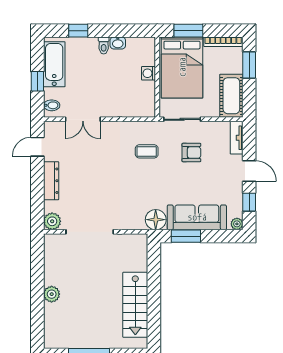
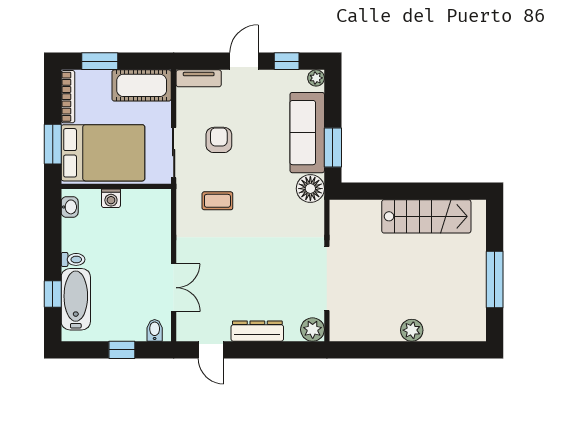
washbasin: (118, 43) -> (70, 207), moved
bathtub: (54, 64) -> (76, 299), moved, turned 90
coffee table: (147, 151) -> (217, 201), turned 90

